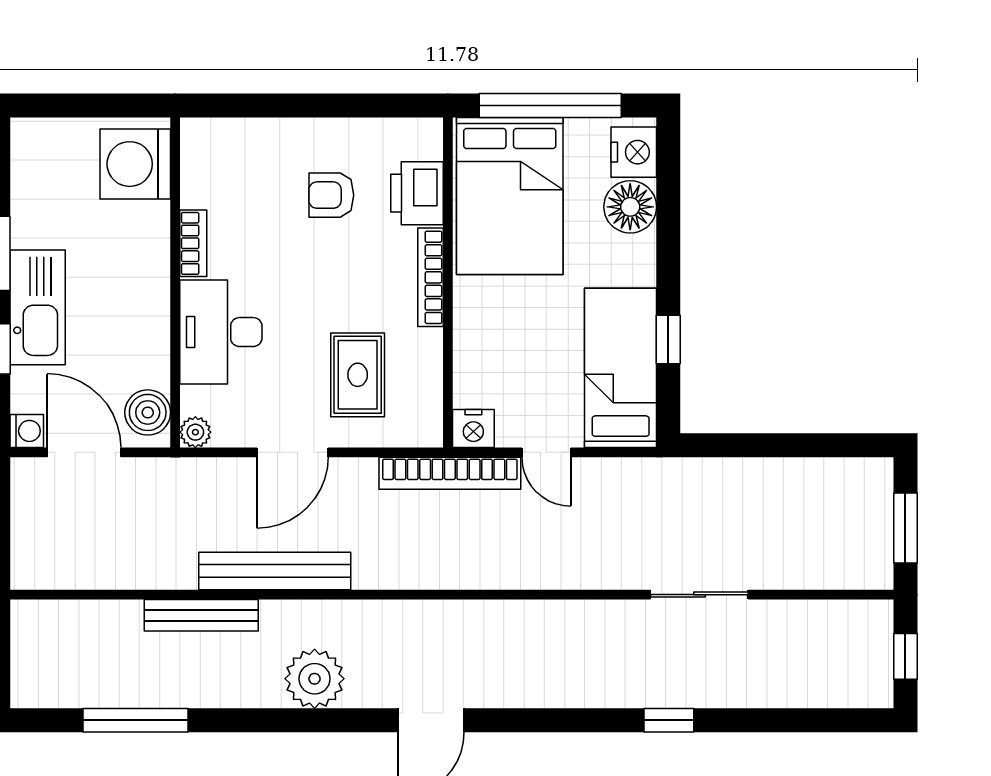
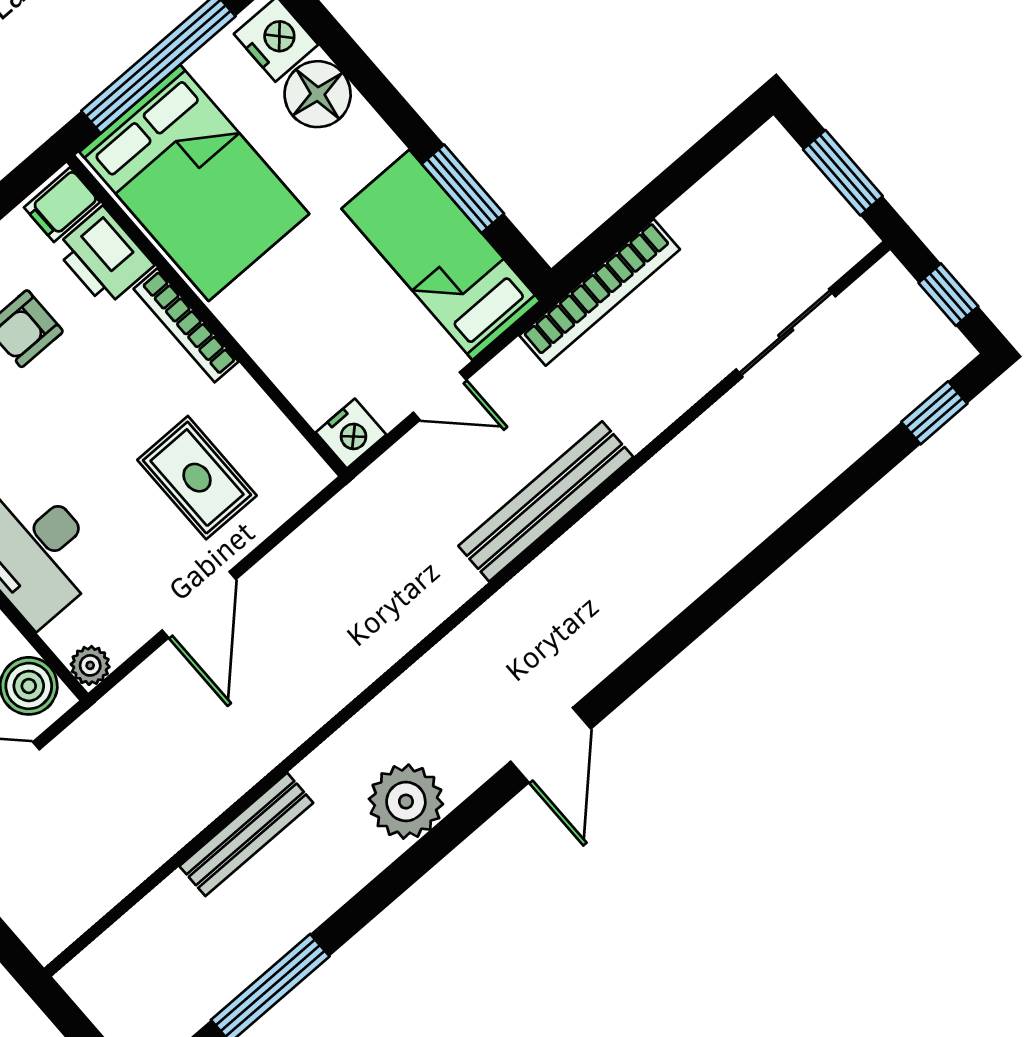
filing cabinet: (419, 140) -> (62, 205), added
window: (668, 340) -> (463, 189), width x1.50
bookcase: (450, 473) -> (600, 292), moved
bench: (275, 571) -> (546, 501), moved
sliding door: (699, 595) -> (786, 333), moved
window: (669, 720) -> (934, 413), moved

